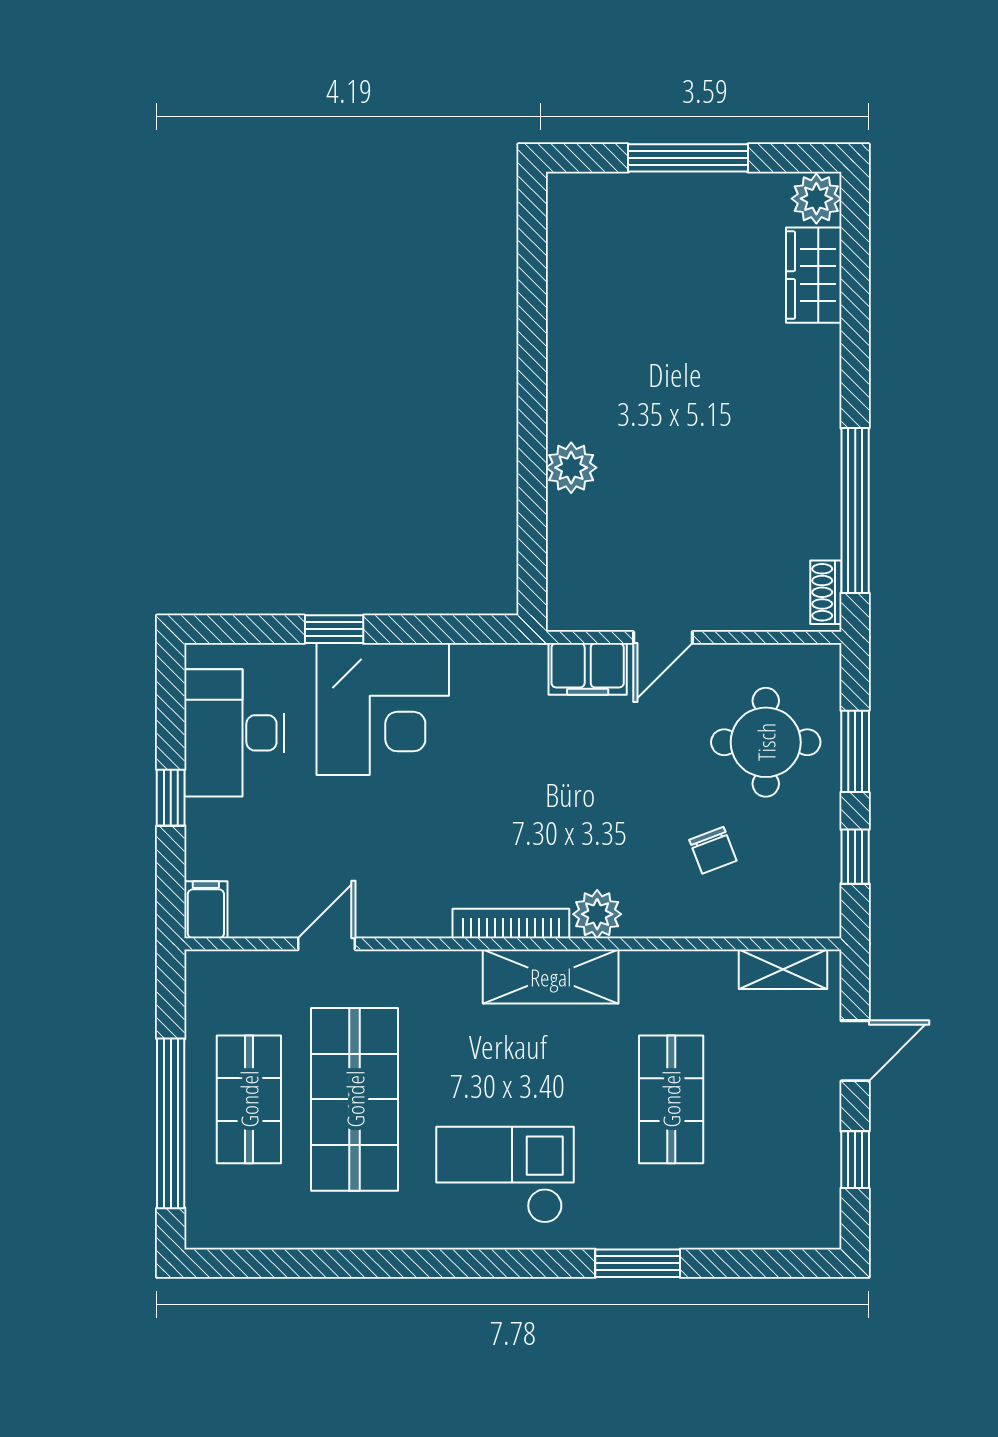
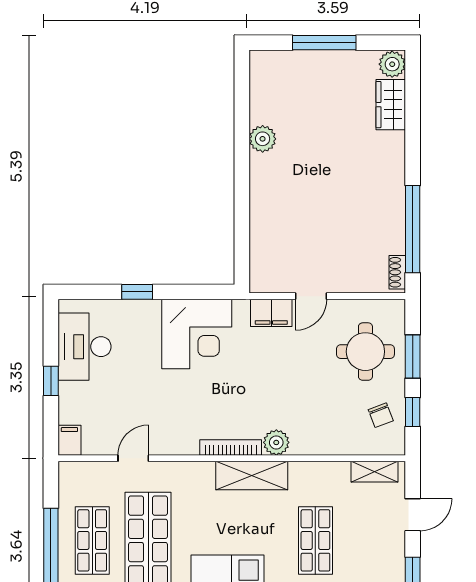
plant: (571, 468) -> (263, 139), moved
corner desk: (383, 709) -> (197, 334), moved
chair: (713, 850) -> (381, 415), moved

